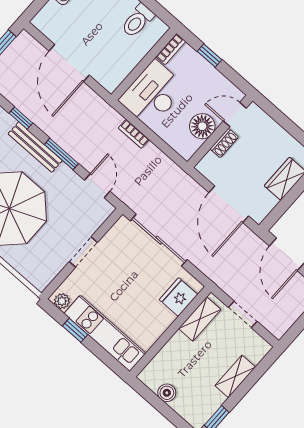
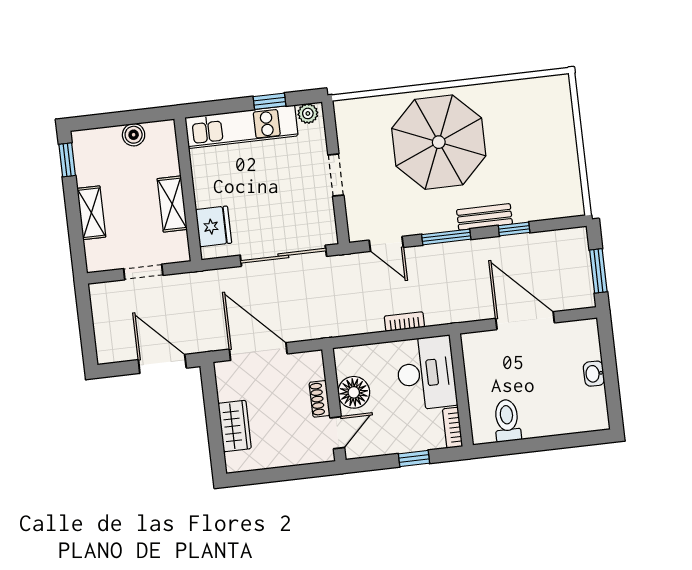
bench: (35, 147) -> (485, 217), width x0.73
shelving: (200, 319) -> (172, 204), moved

